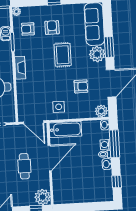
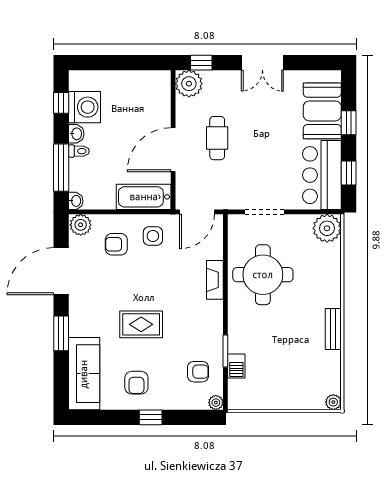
armchair: (52, 28) -> (136, 383), moved
plant: (97, 54) -> (82, 322), removed
rug: (63, 55) -> (141, 324), turned 90
fireplace: (20, 68) -> (215, 280), moved
armchair: (81, 86) -> (116, 244), moved
door: (34, 122) -> (197, 212), swing flipped
washing machine: (105, 145) -> (84, 107), moved, width x1.89, depth x1.89

